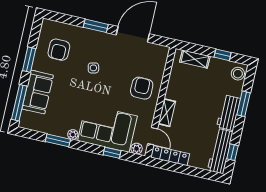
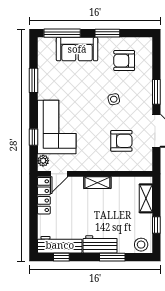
armchair: (142, 88) -> (121, 141), moved
shelving: (167, 113) -> (97, 183), moved
plant: (73, 135) -> (43, 94), removed

